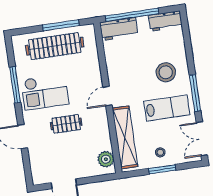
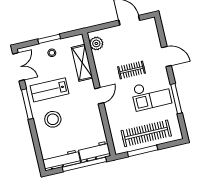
workbench: (165, 21) -> (61, 160), width x1.38
checkout: (45, 92) -> (151, 95), turned 180
shelving: (125, 137) -> (82, 63), width x0.68

